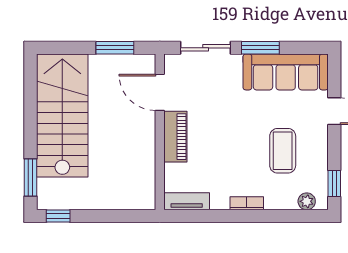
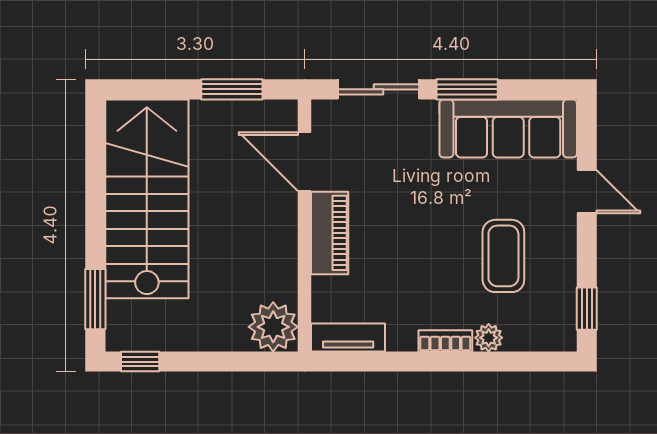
plant: (140, 195) -> (273, 327), added
plant: (307, 201) -> (489, 338), moved

